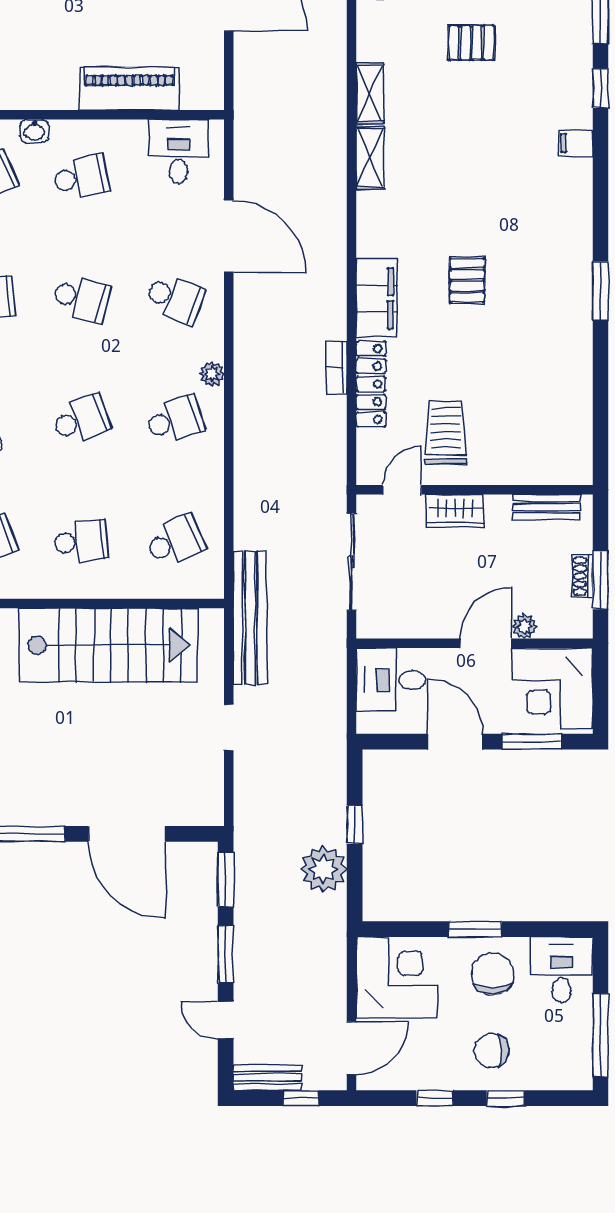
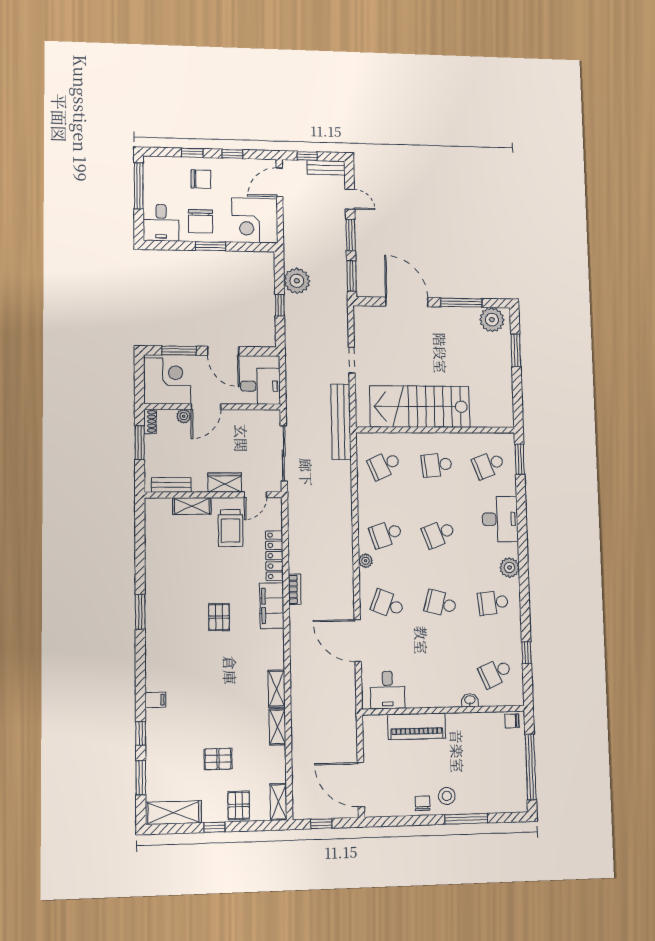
school desk: (81, 177) -> (443, 674), removed
bookcase: (336, 367) -> (295, 589), moved
shelving: (512, 470) -> (192, 506), added
shoe rack: (582, 576) -> (150, 421), moved

